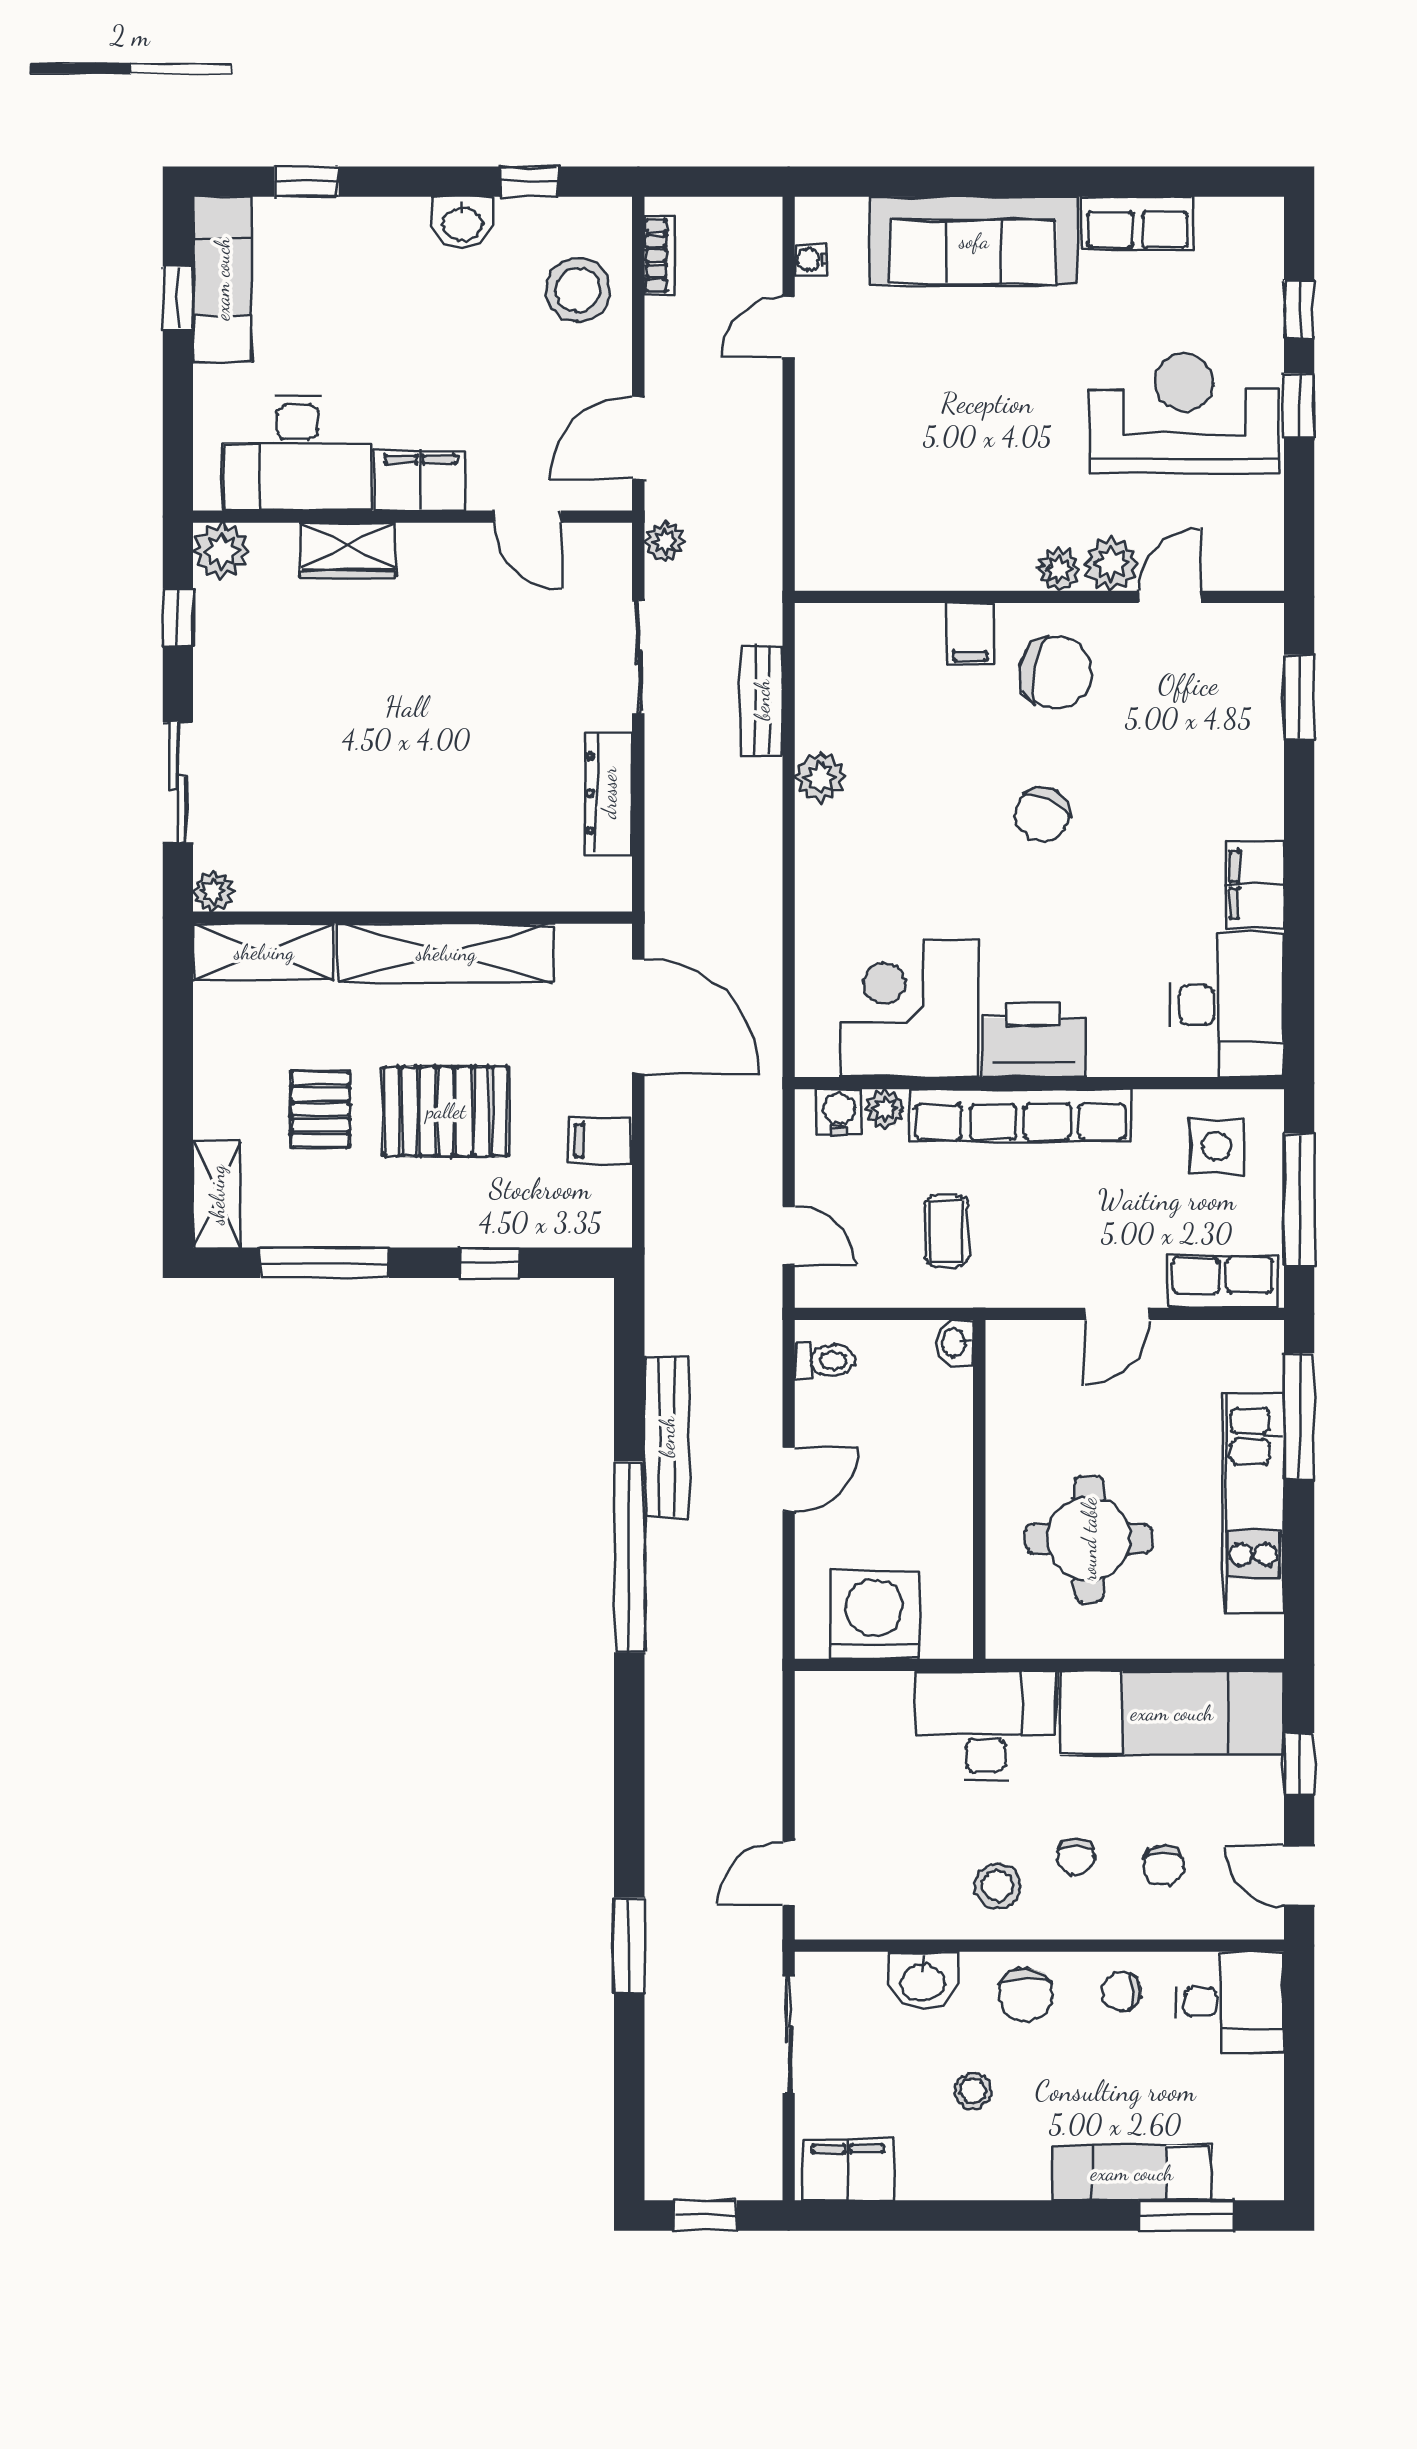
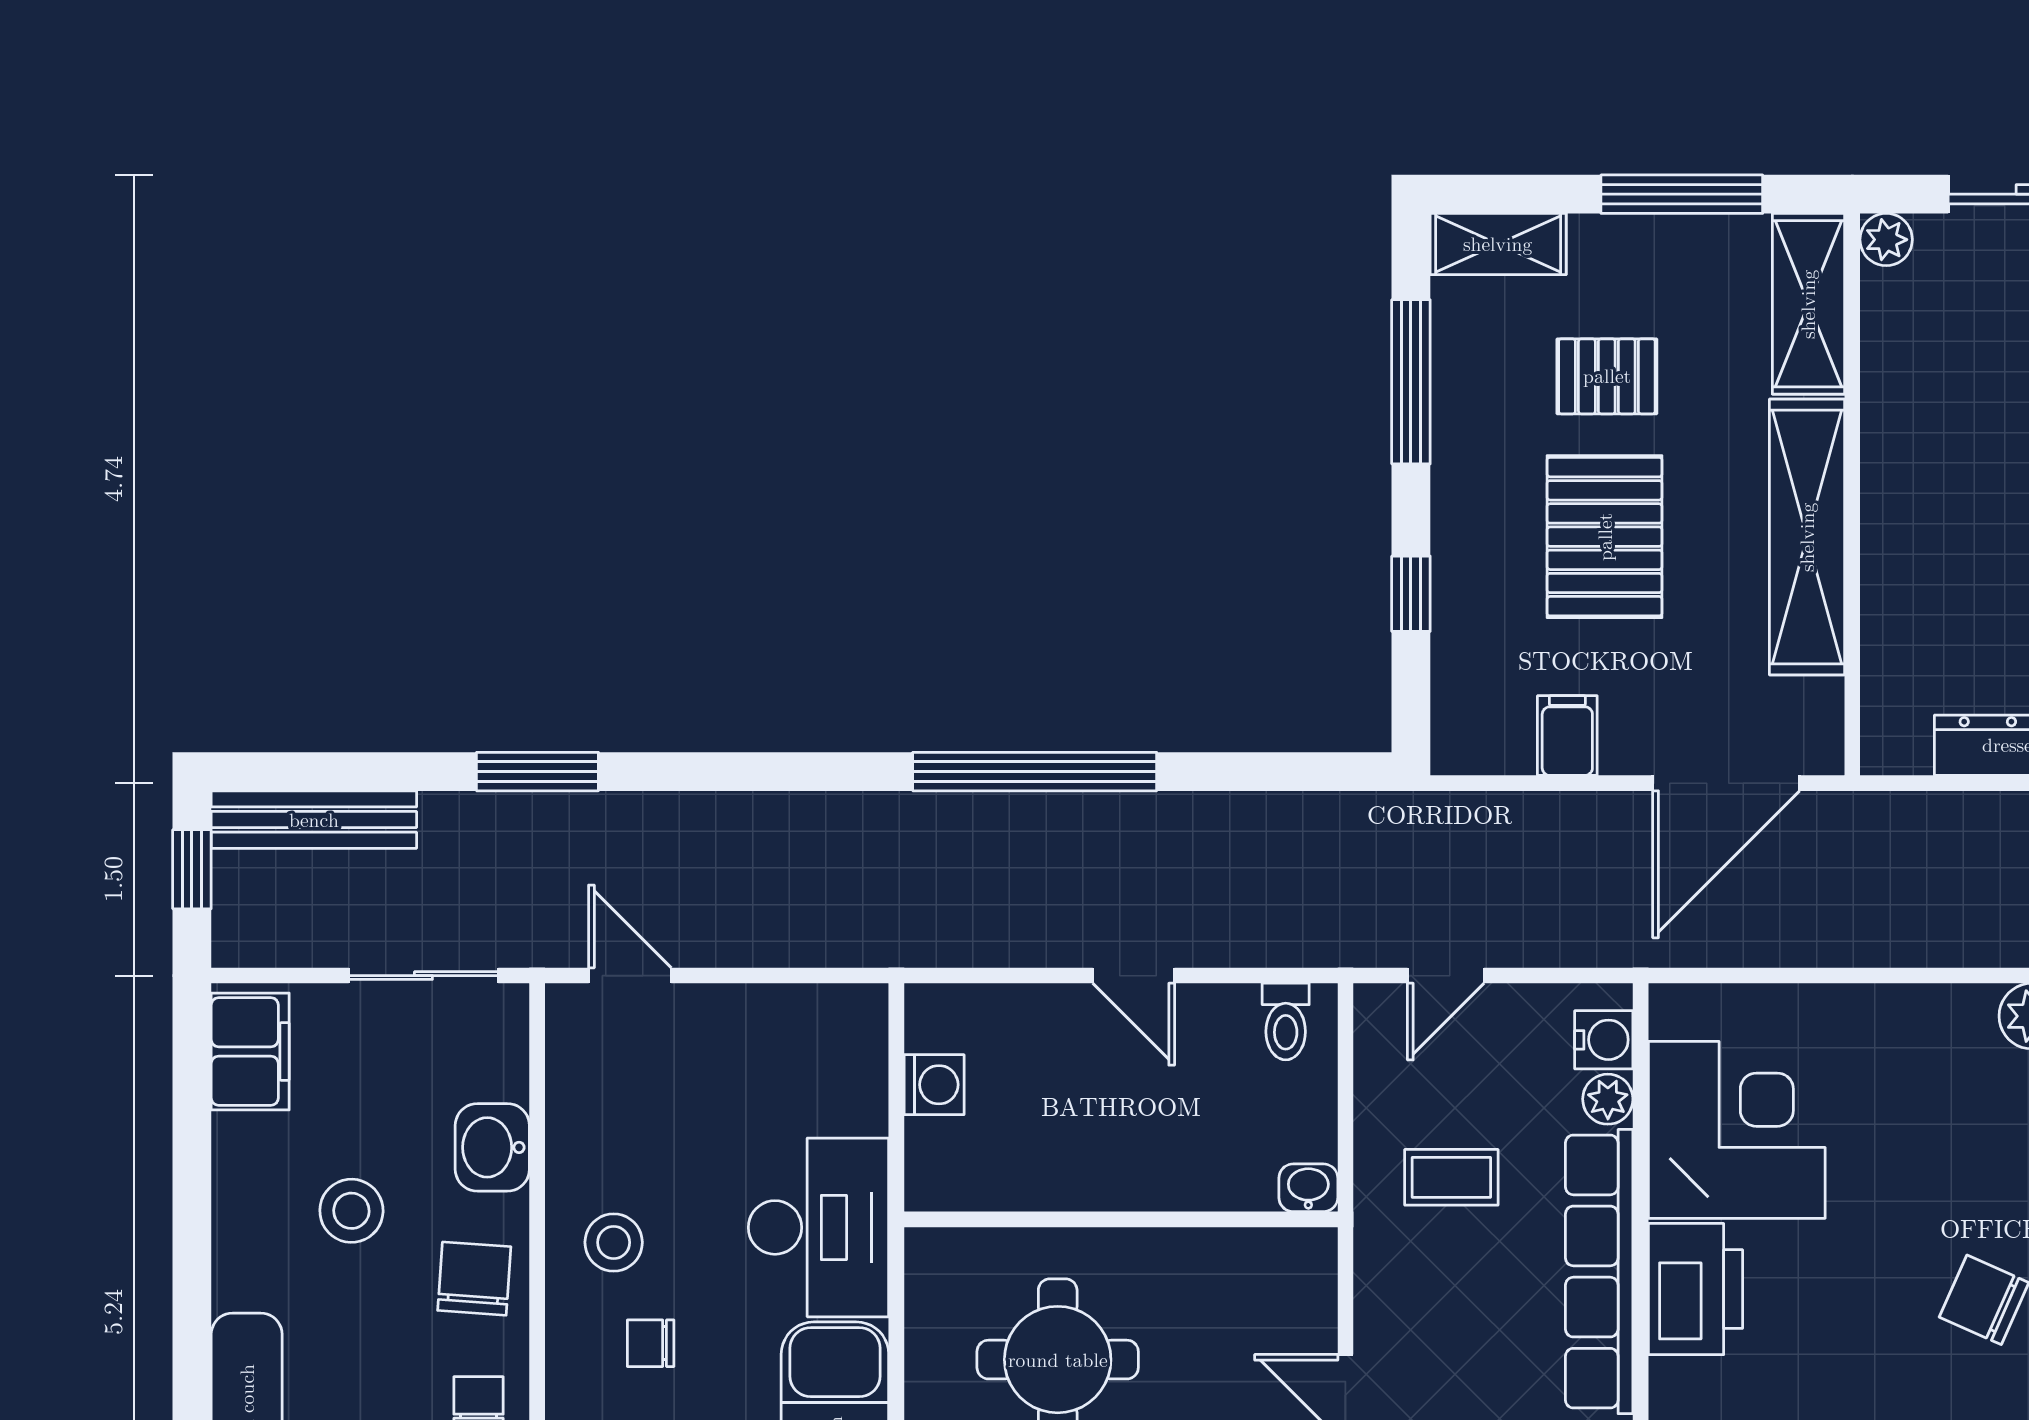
window: (178, 1051) -> (1682, 194), added
bench: (667, 1437) -> (314, 820), moved
washing machine: (874, 1615) -> (934, 1085), width x0.53, depth x0.53
chair: (1026, 1995) -> (474, 1279), turned 94
stool: (973, 2091) -> (351, 1211), width x1.37, depth x1.37

